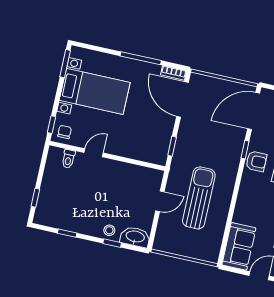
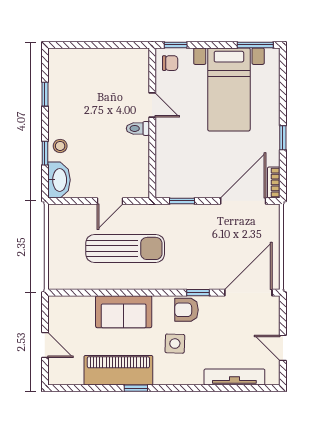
window: (141, 58) -> (283, 138), width x0.46
door: (254, 111) -> (248, 293), hinge flipped
toilet: (68, 159) -> (138, 128), moved
armchair: (256, 161) -> (186, 310), turned 90
window: (35, 198) -> (80, 45), removed
door: (160, 201) -> (110, 201), hinge flipped
sofa: (239, 246) -> (124, 312), moved

